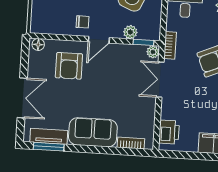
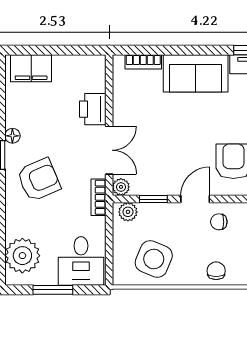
plant: (130, 32) -> (128, 212), moved
window: (143, 42) -> (153, 199), moved
printer: (169, 132) -> (93, 109), moved

